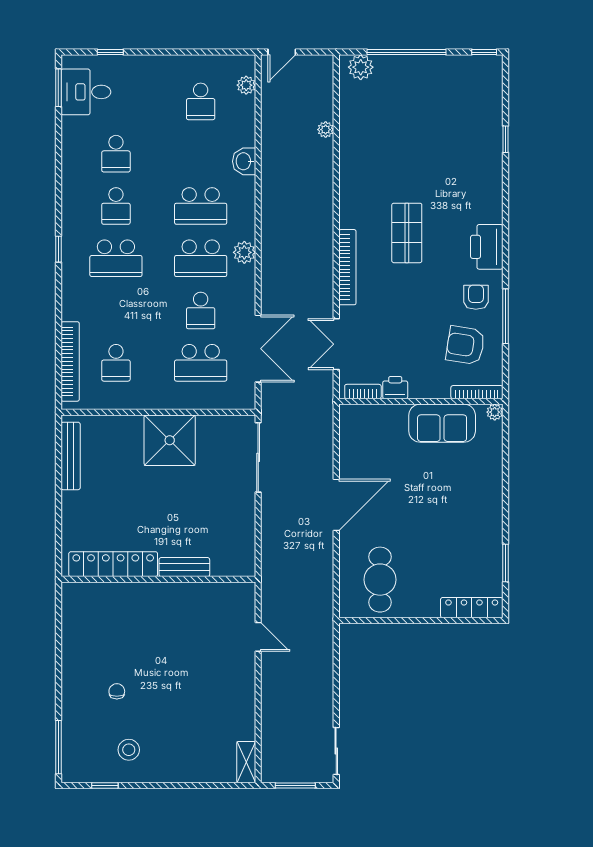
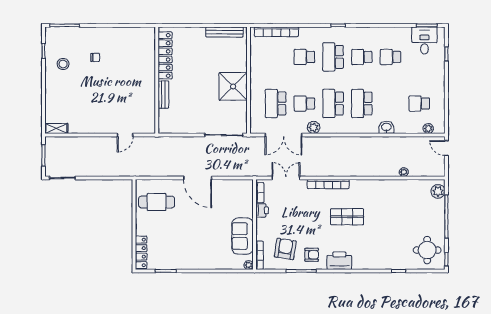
round table: (467, 87) -> (427, 250), added
plant: (244, 252) -> (314, 127), moved
school desk: (116, 363) -> (304, 57), moved

